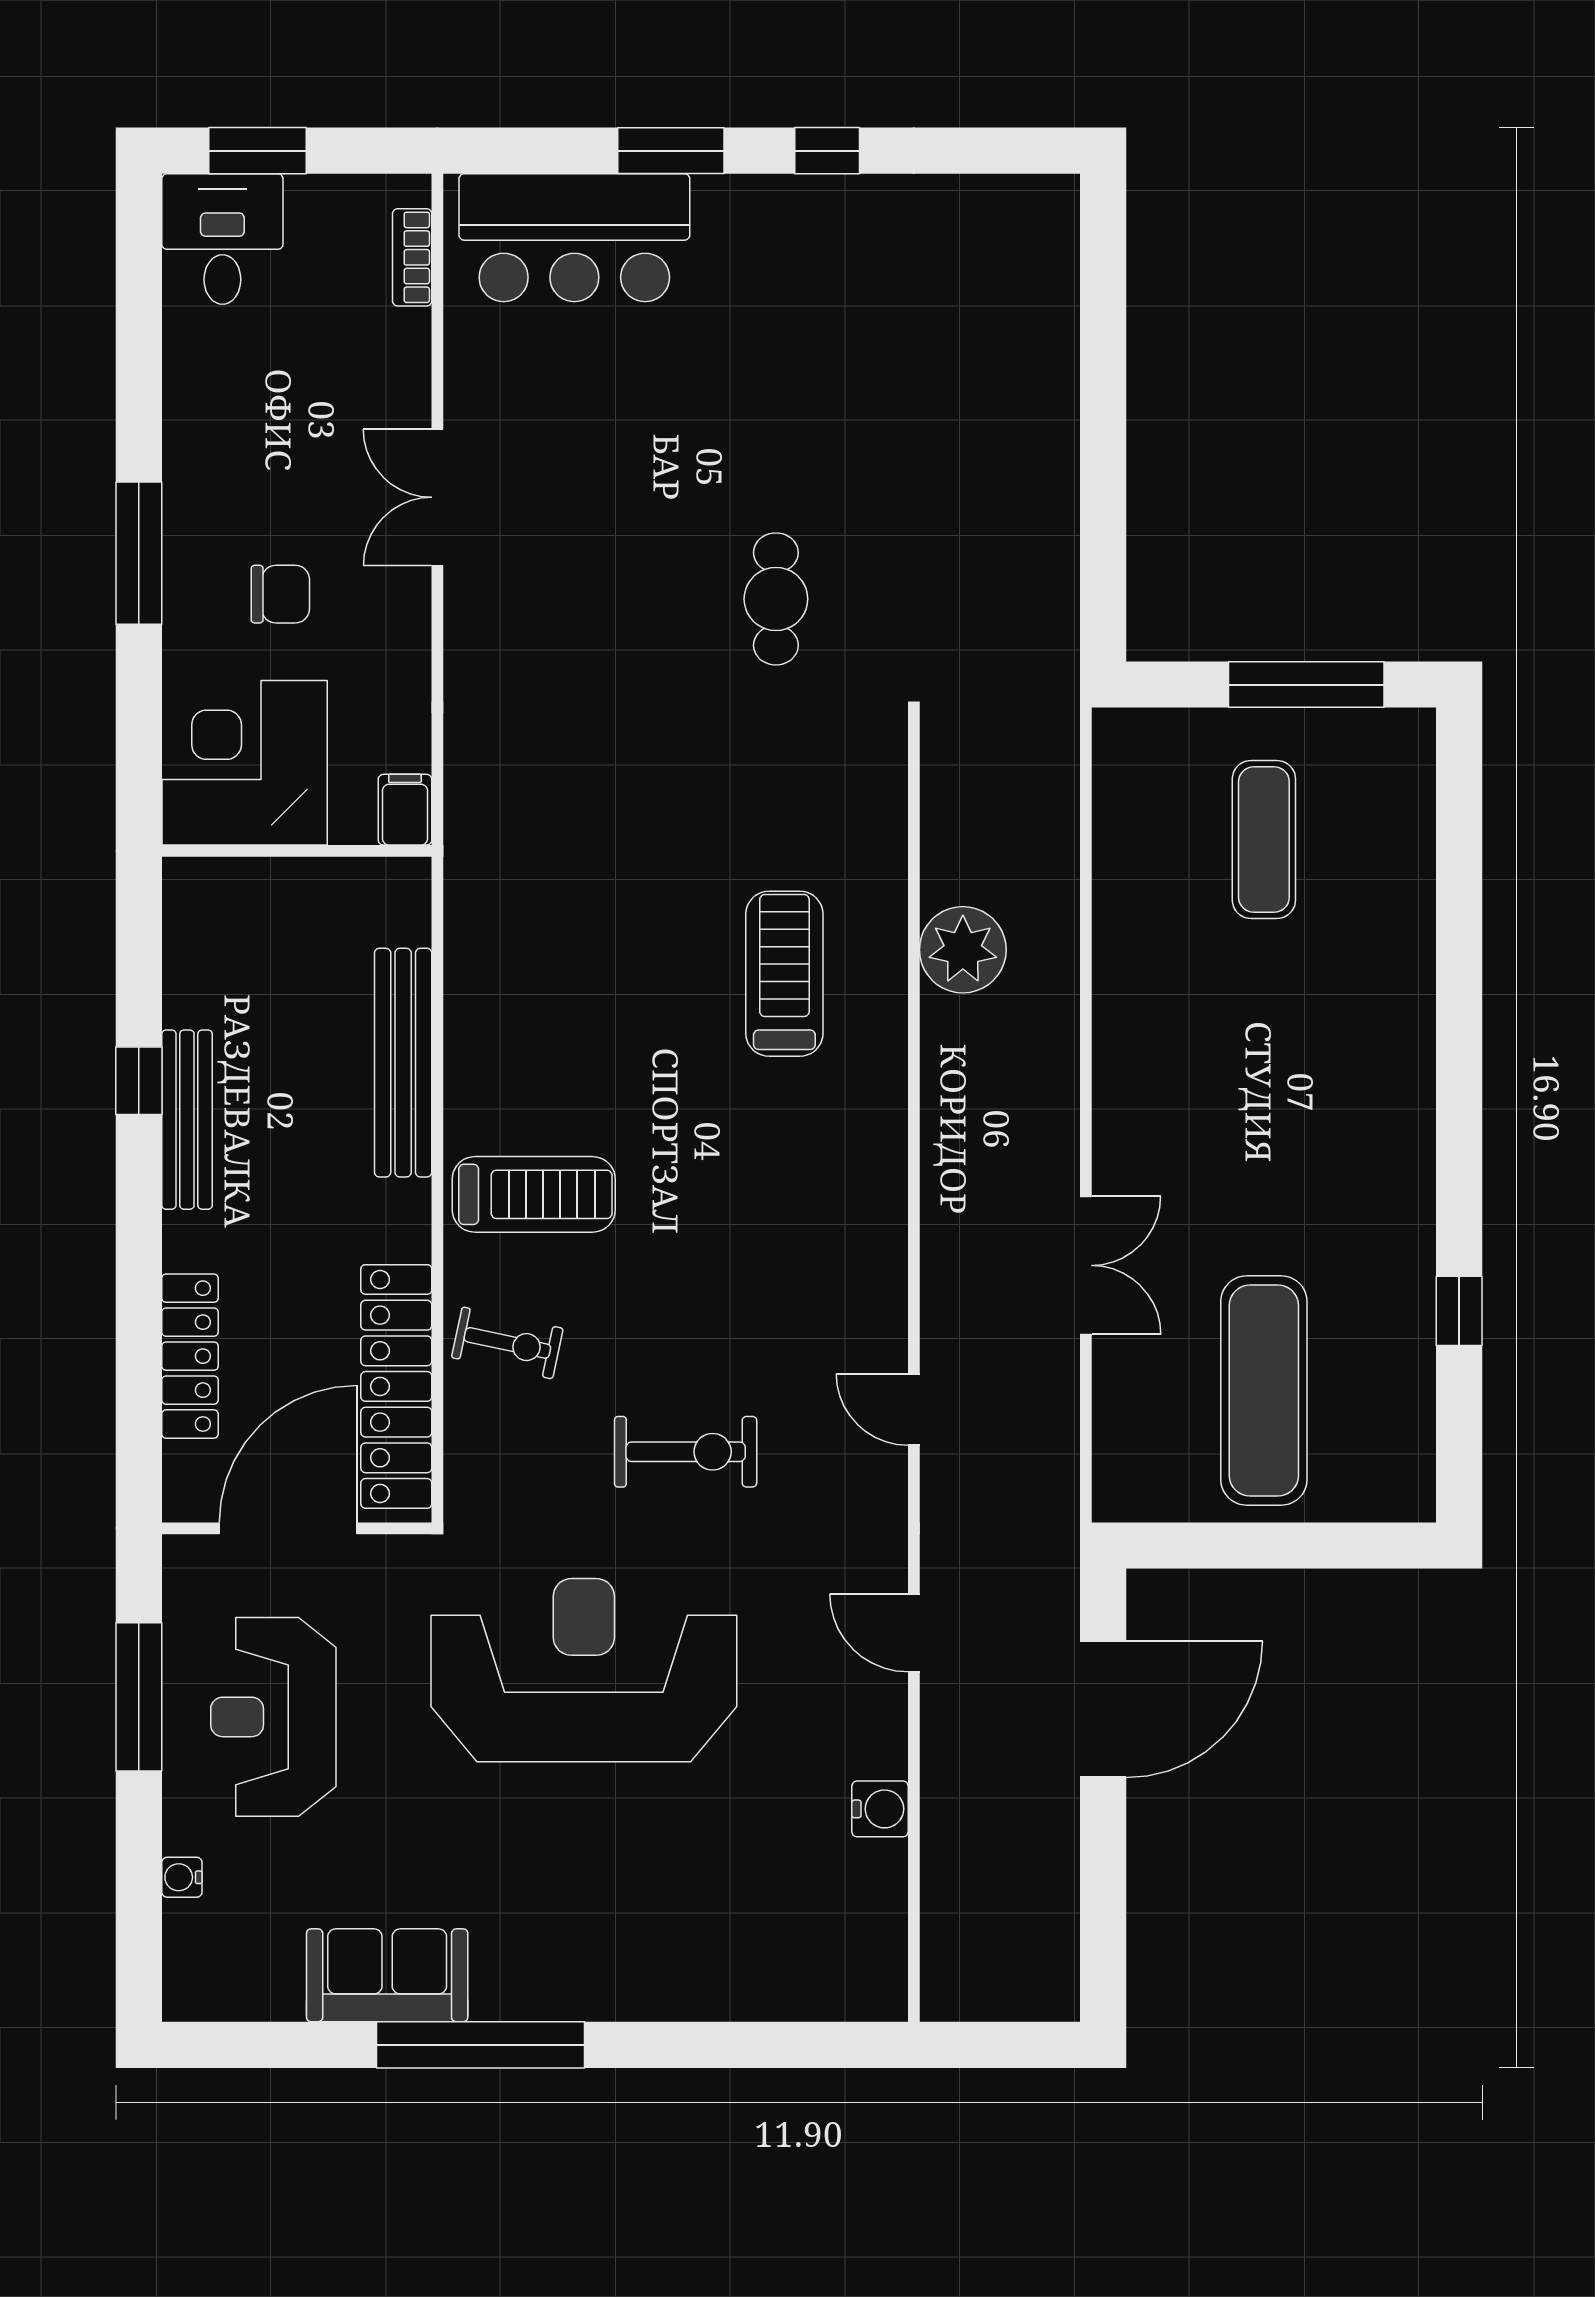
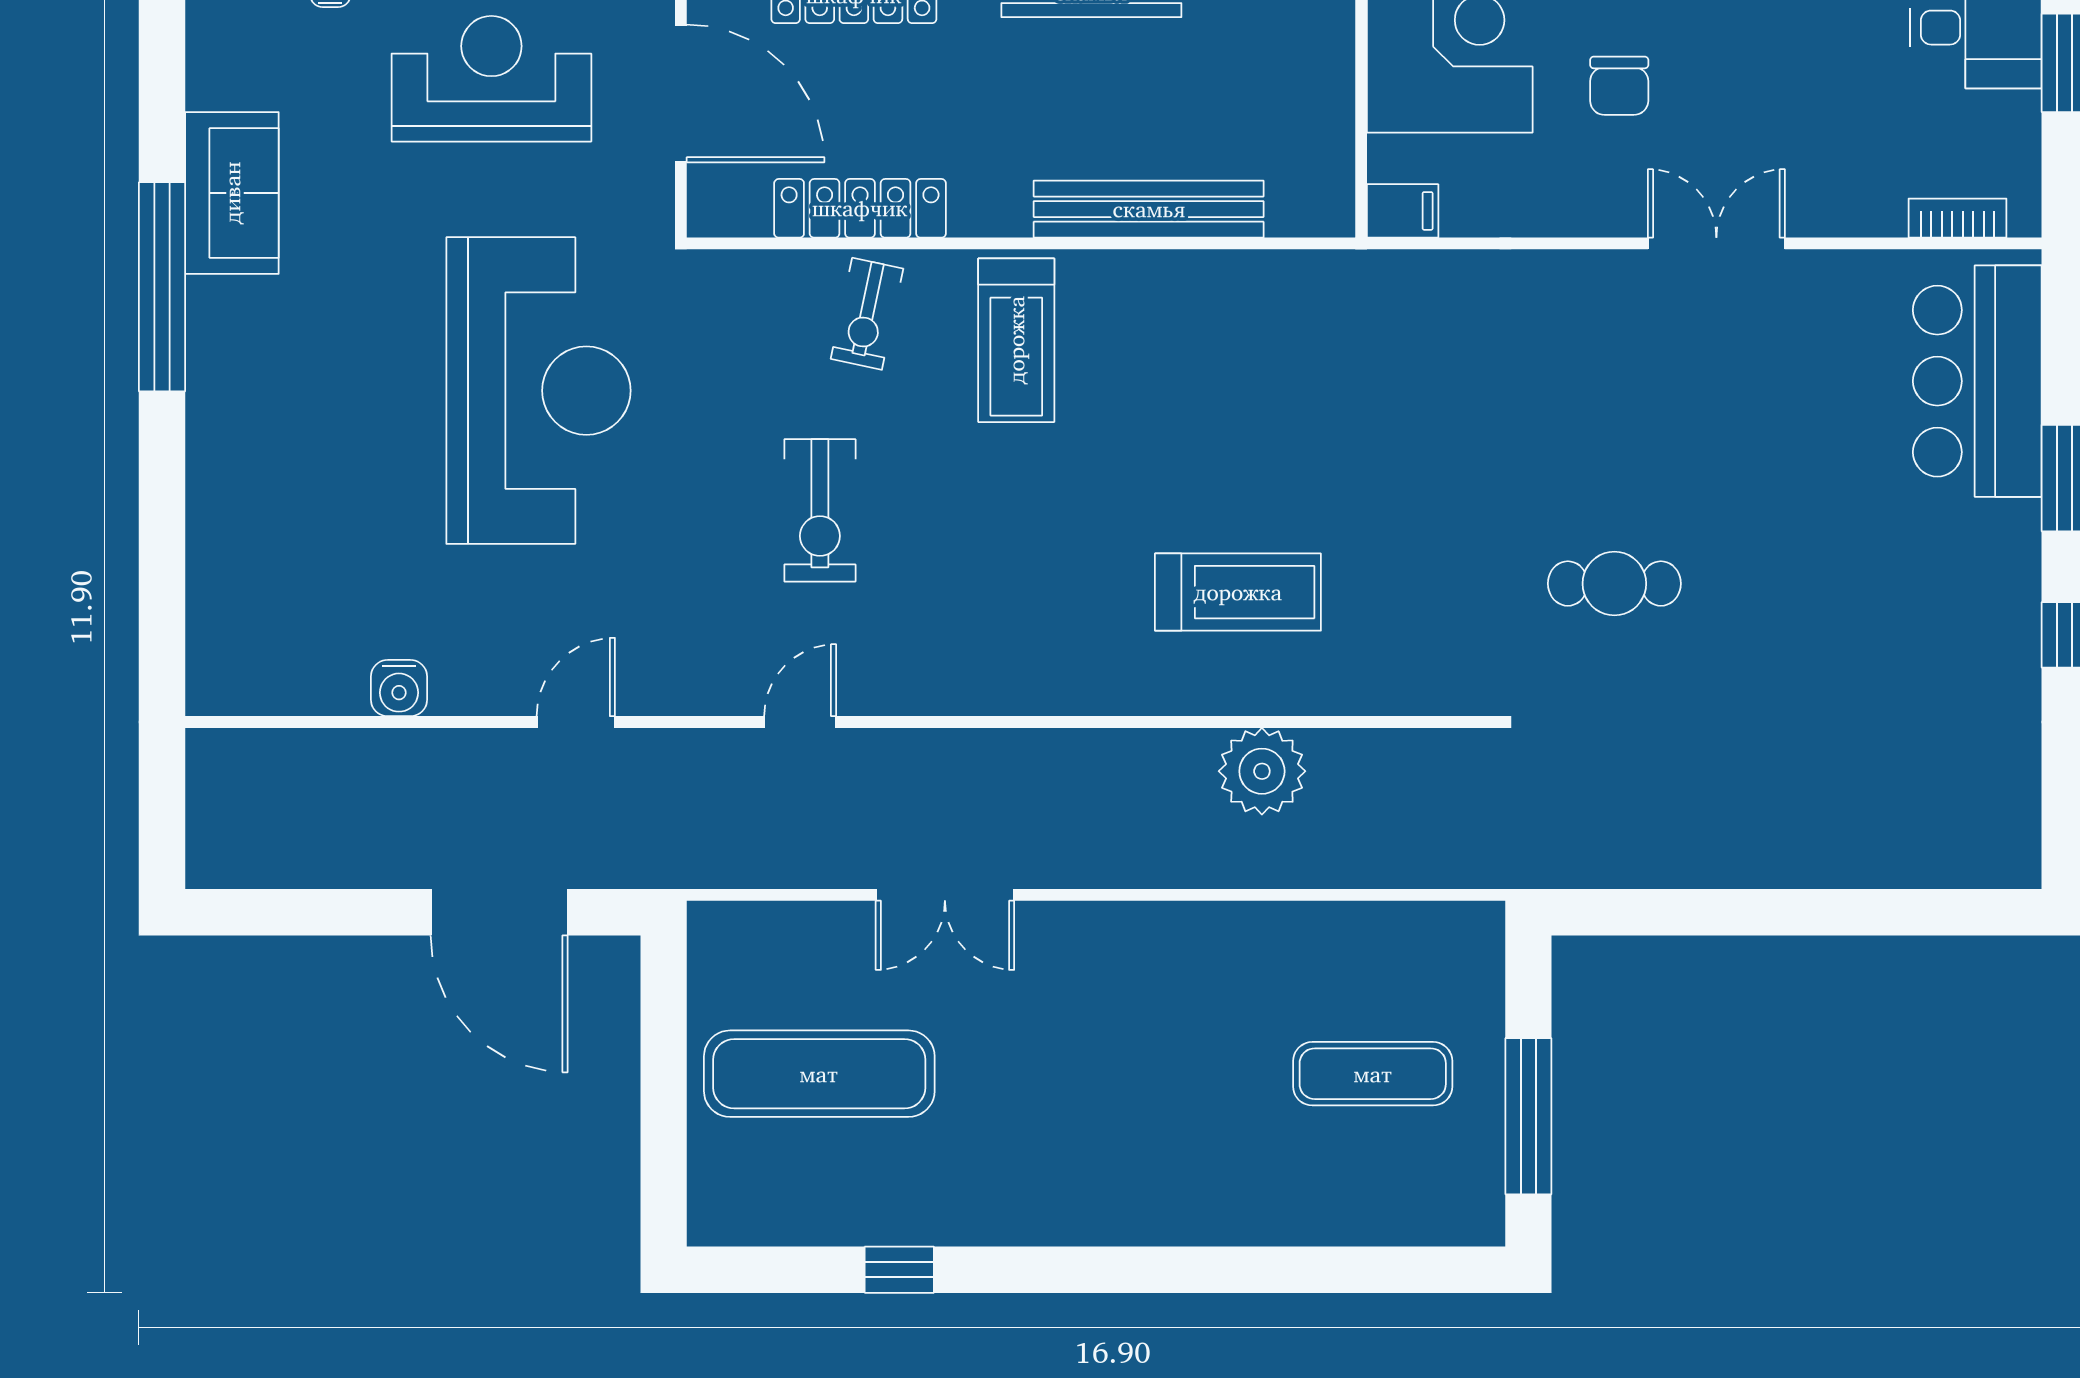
locker: (396, 1386) -> (860, 208), width x0.71, depth x0.83
exercise bike: (686, 1452) -> (820, 510), moved

